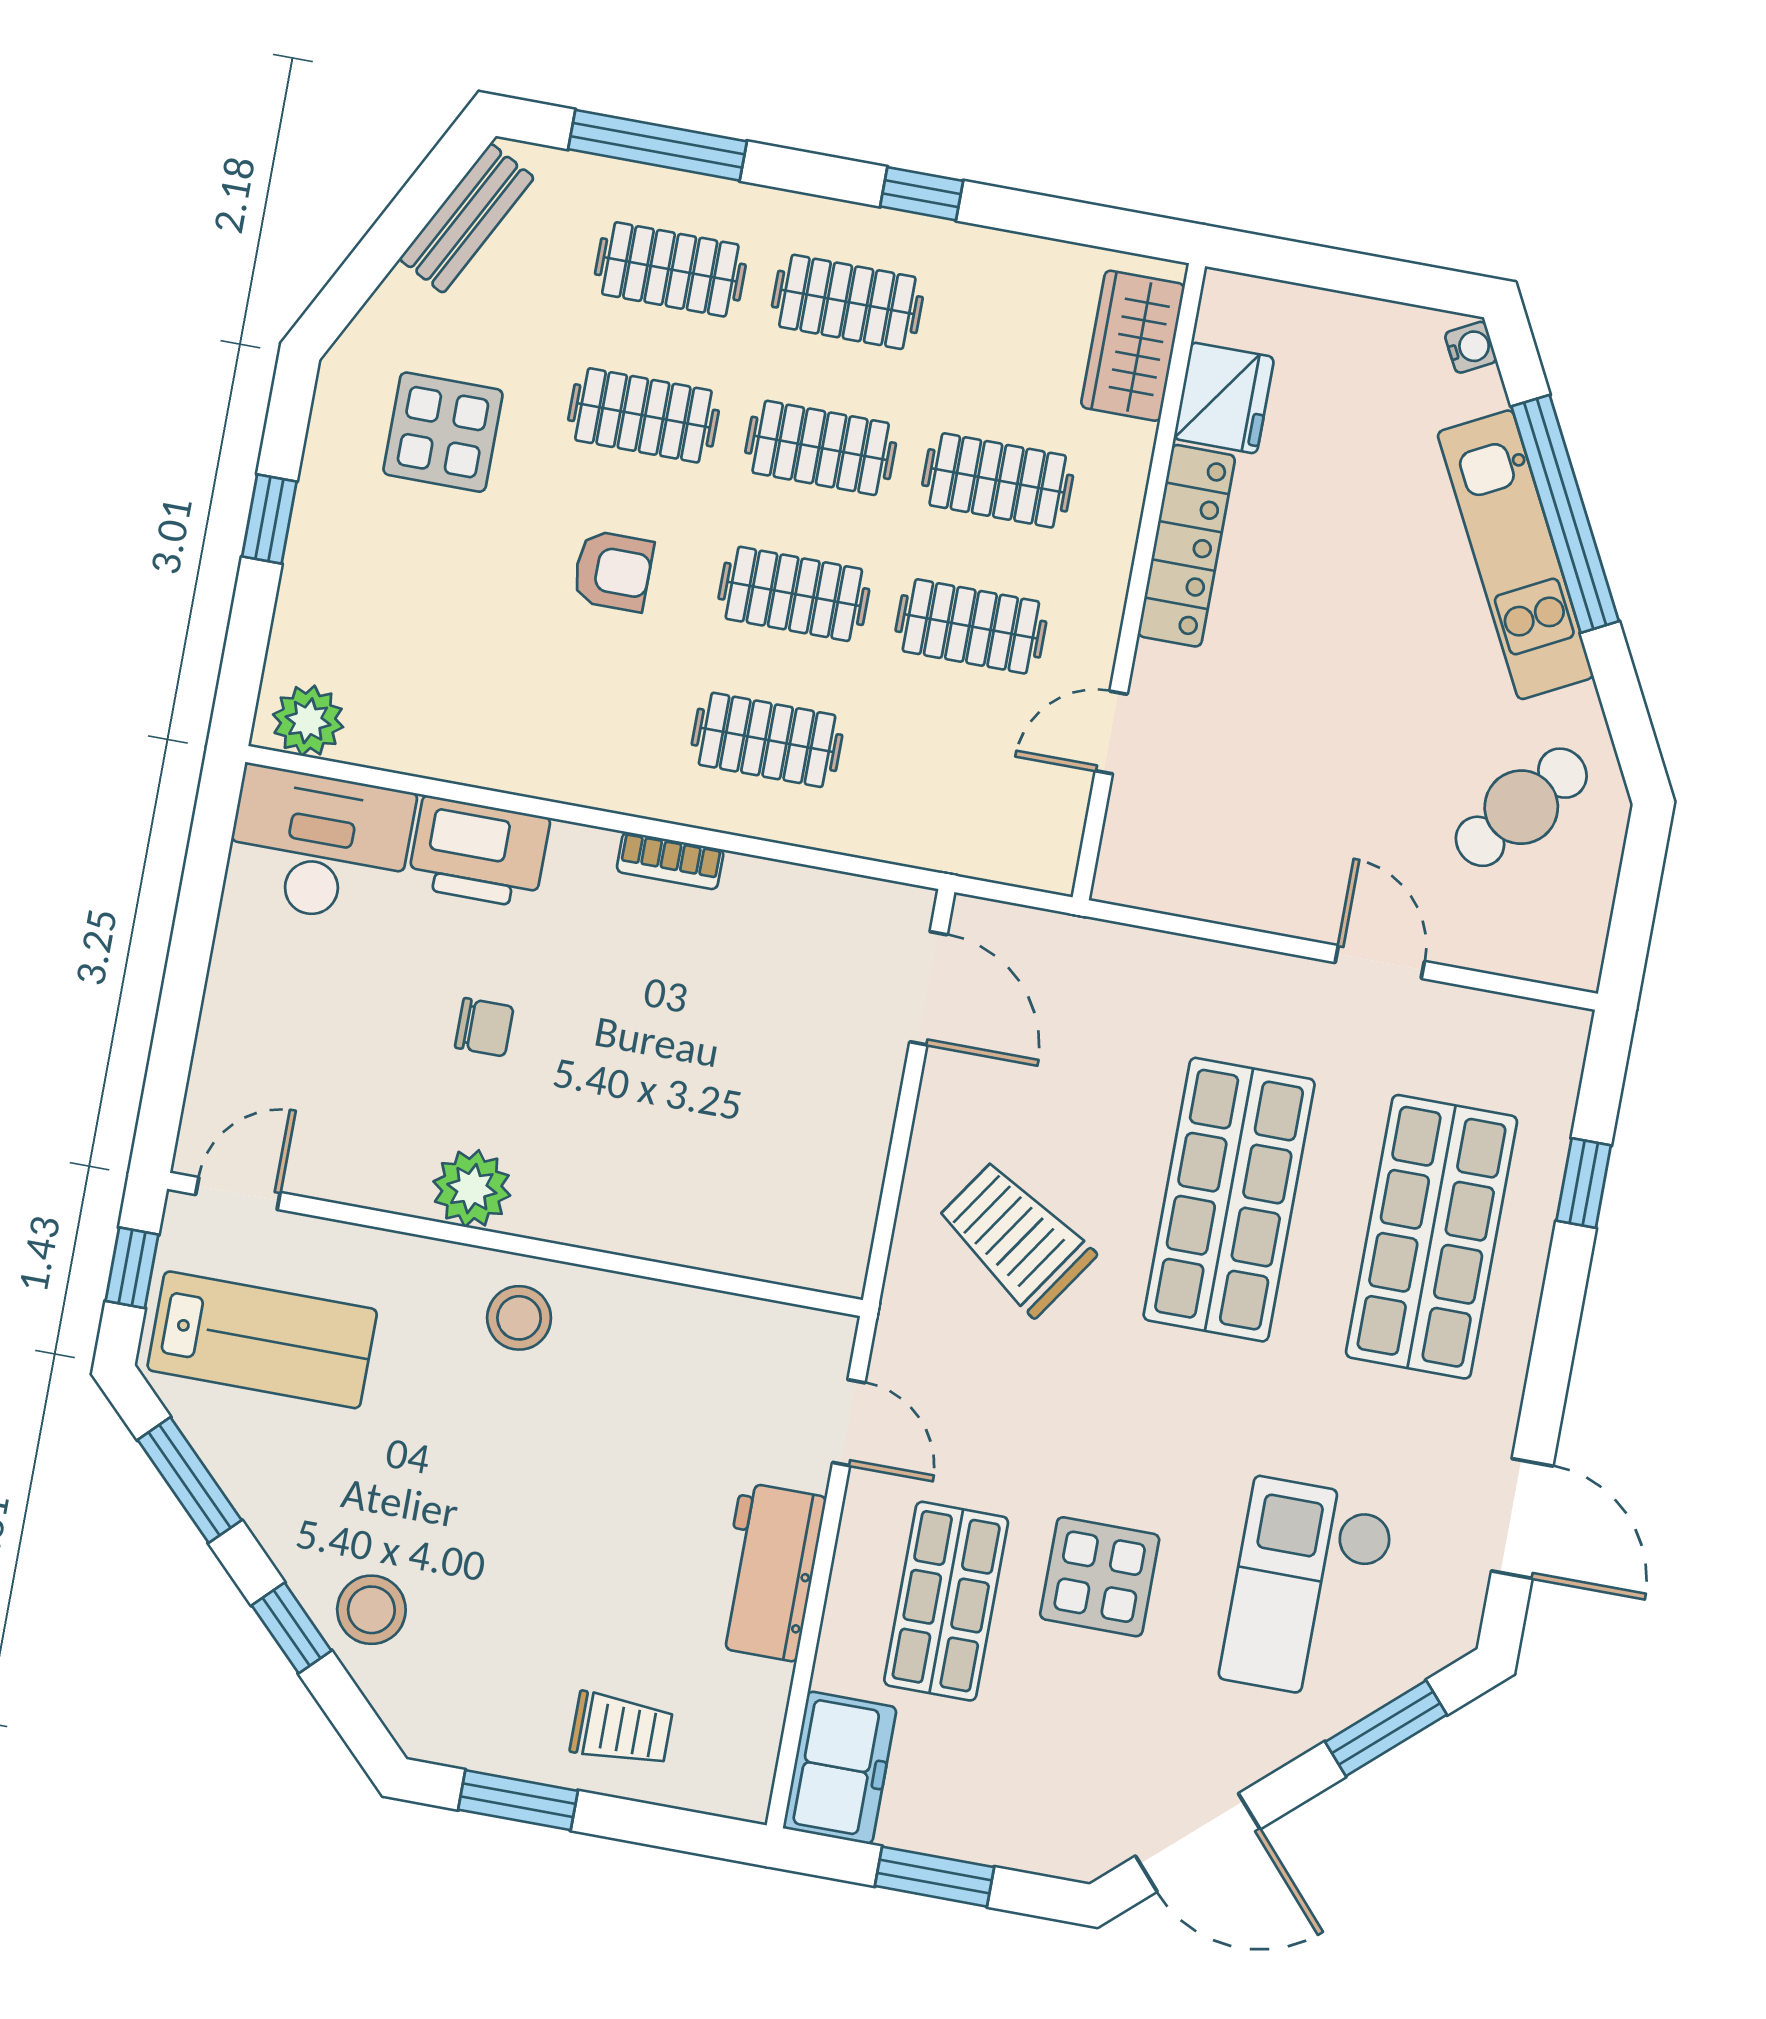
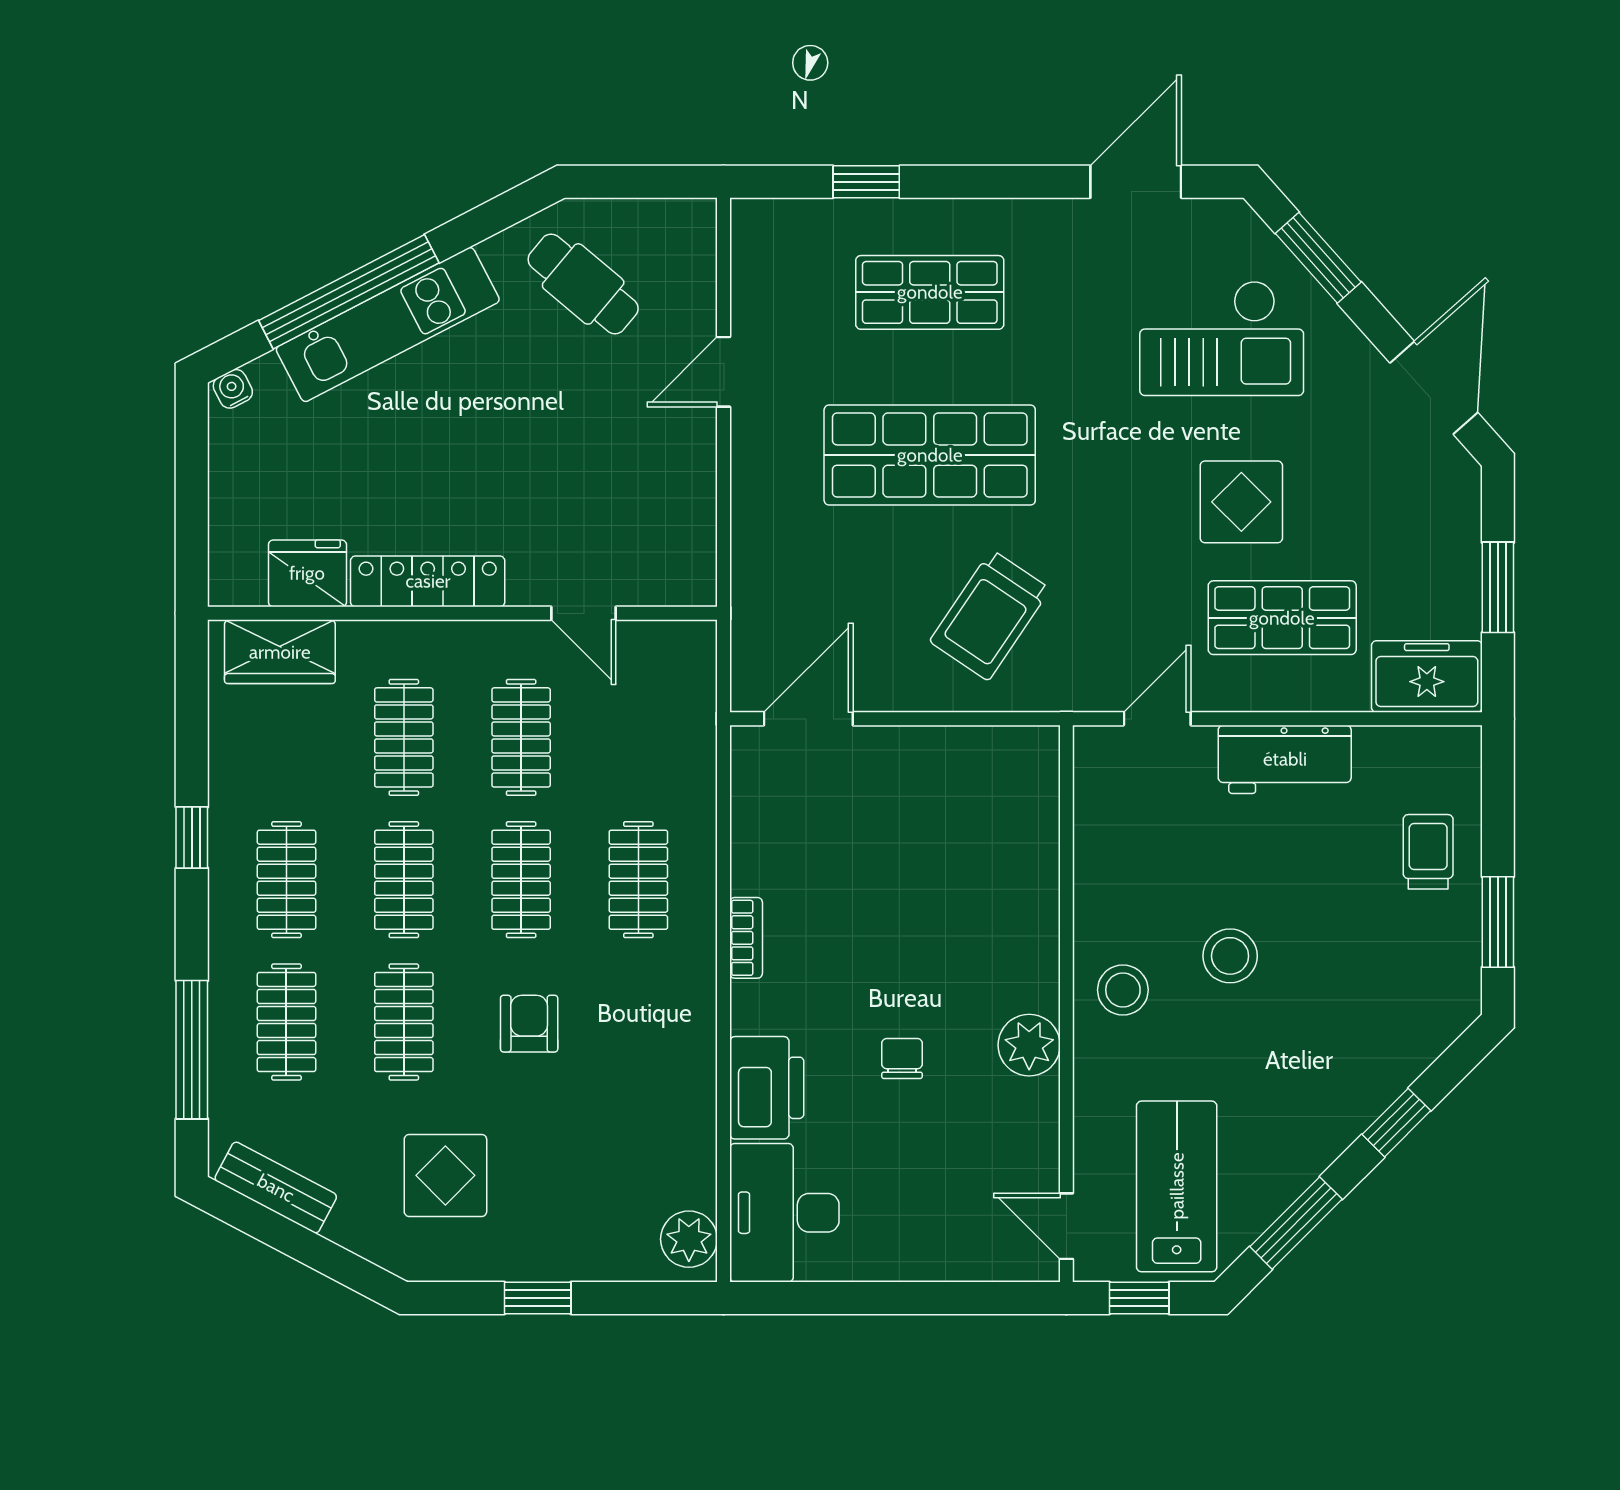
shop shelf: (1432, 1237) -> (930, 292), width x0.70, depth x0.74
stool: (371, 1610) -> (1230, 956), moved

